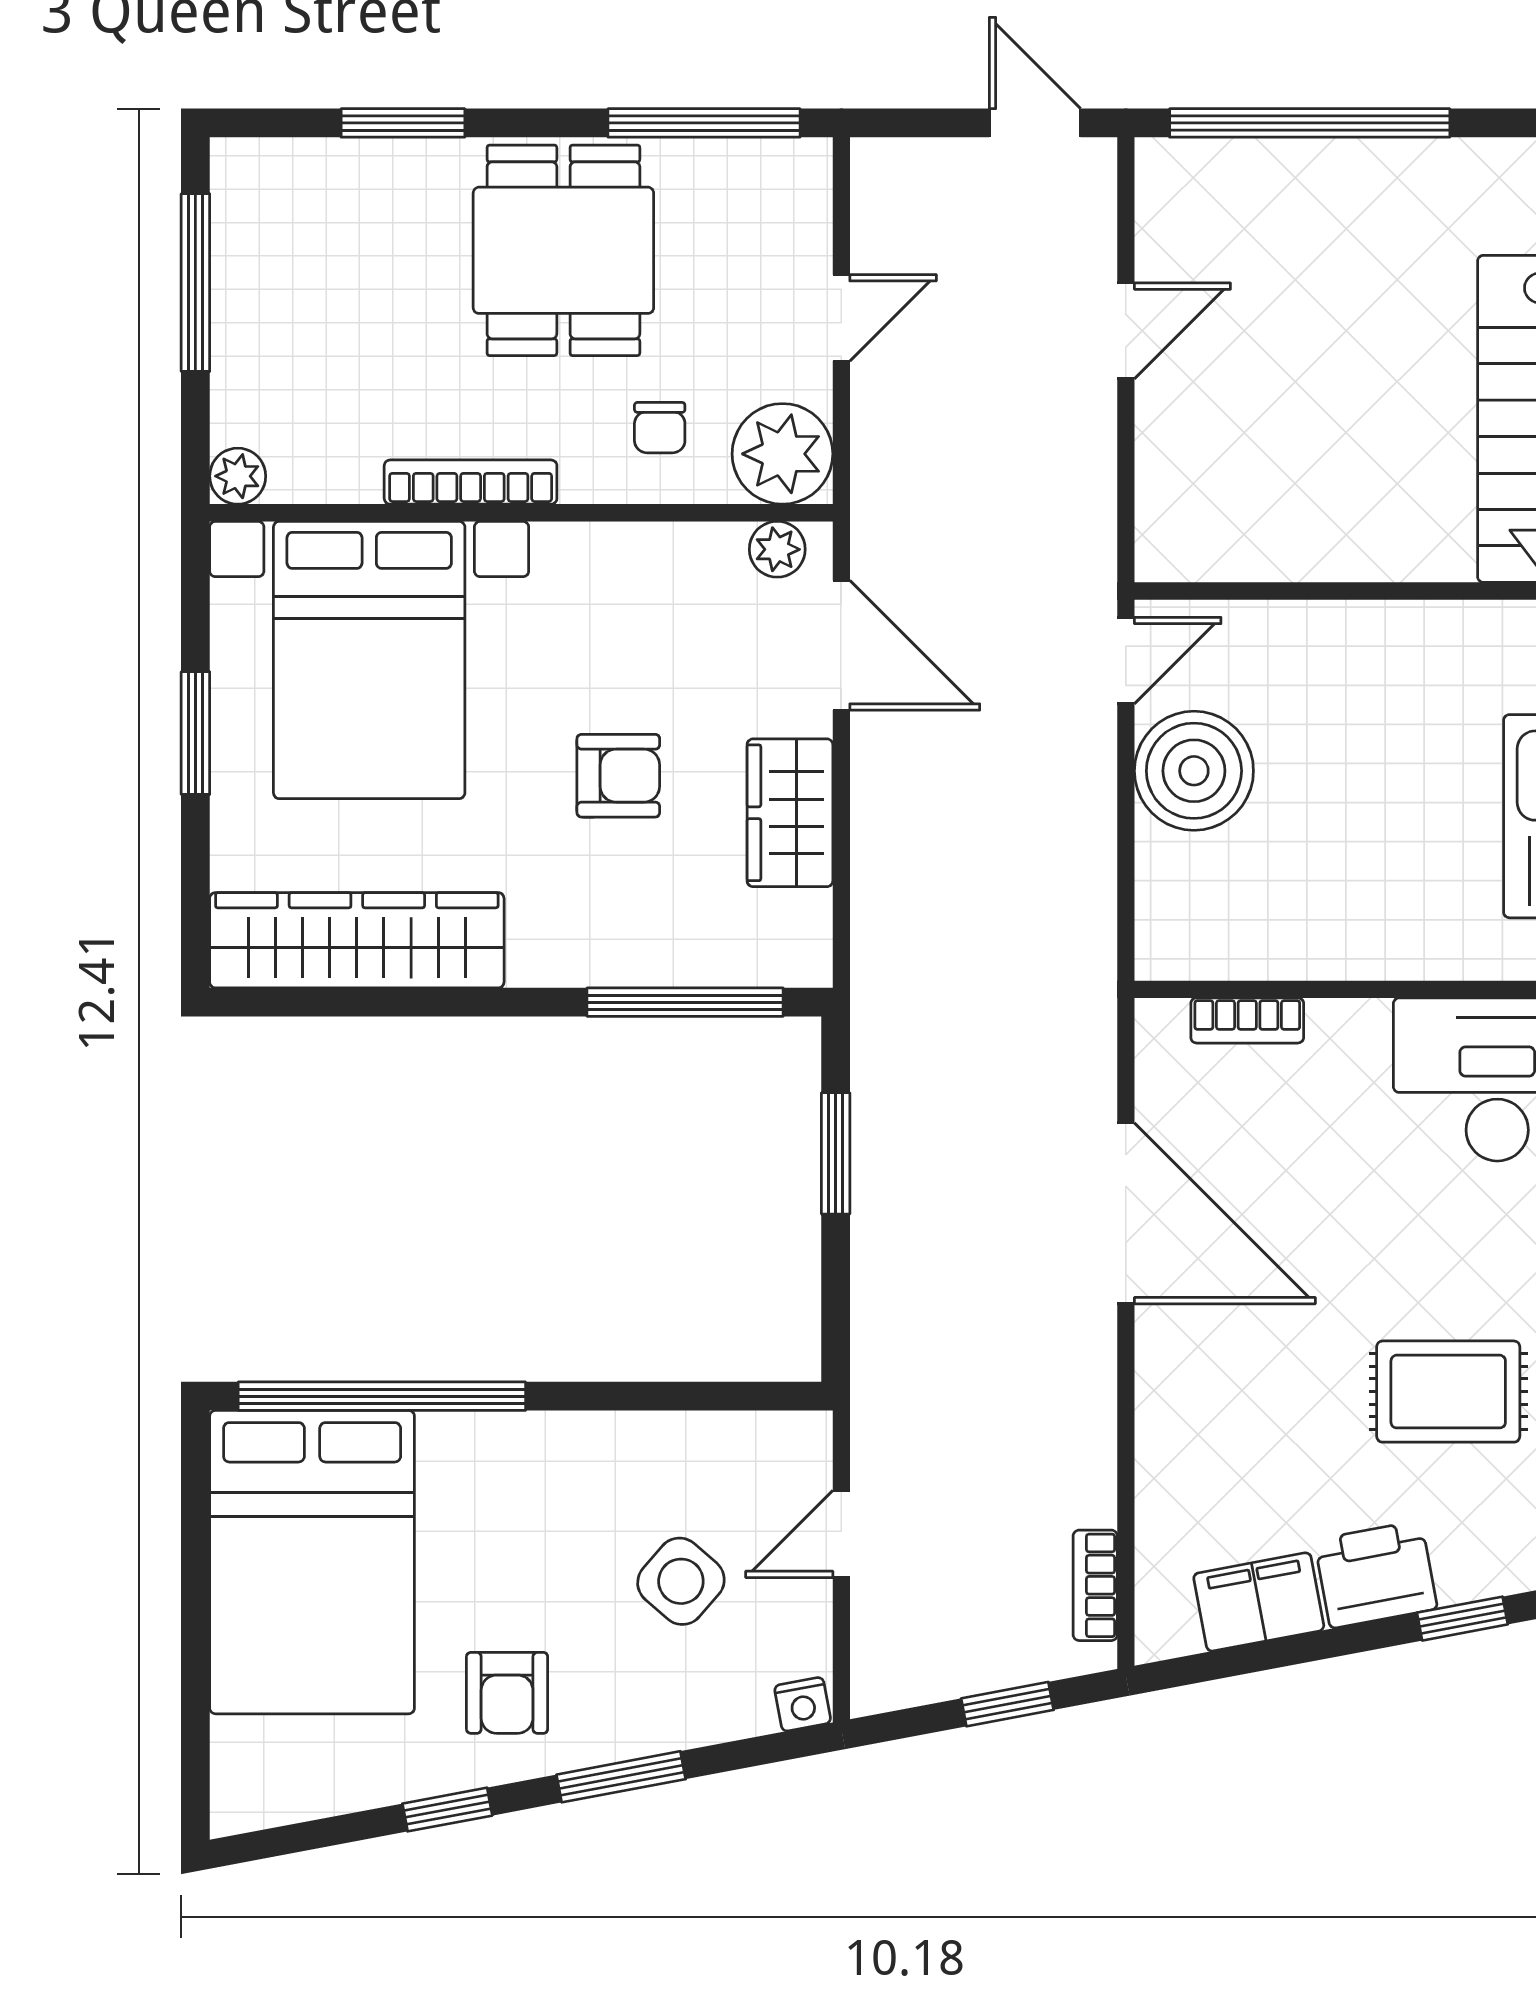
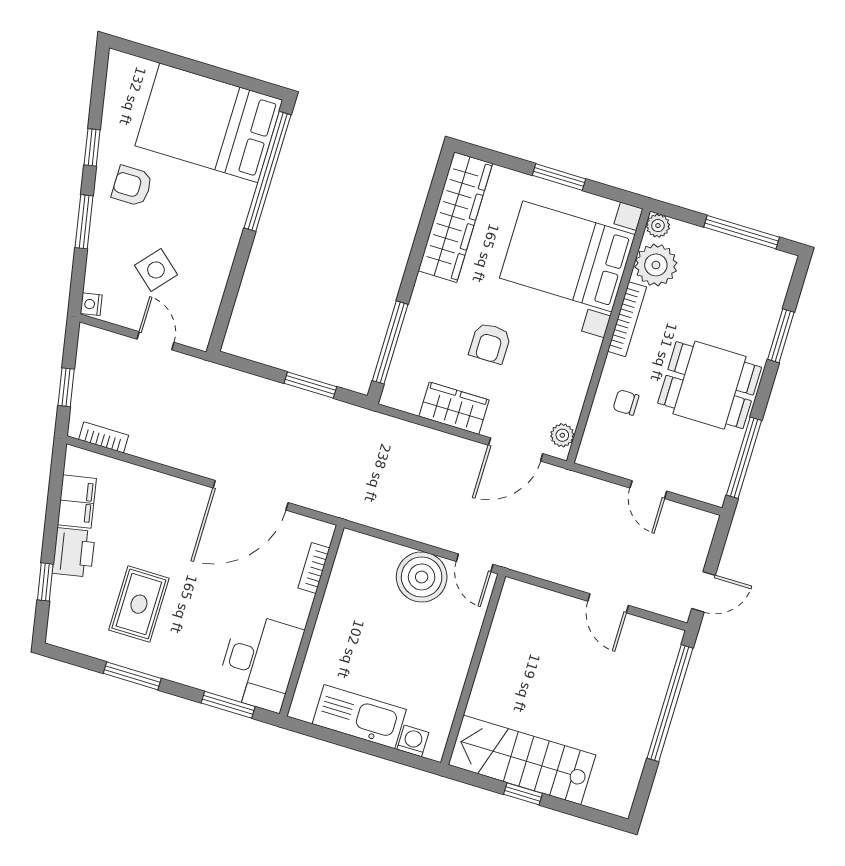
plant: (782, 454) -> (656, 265), moved

